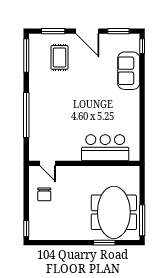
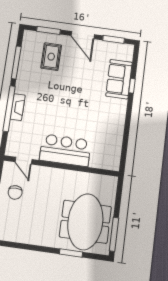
window: (142, 46) -> (132, 86), moved
window: (26, 56) -> (16, 63), moved
fireplace: (34, 112) -> (18, 107), added
bar counter: (105, 148) -> (65, 150), moved

